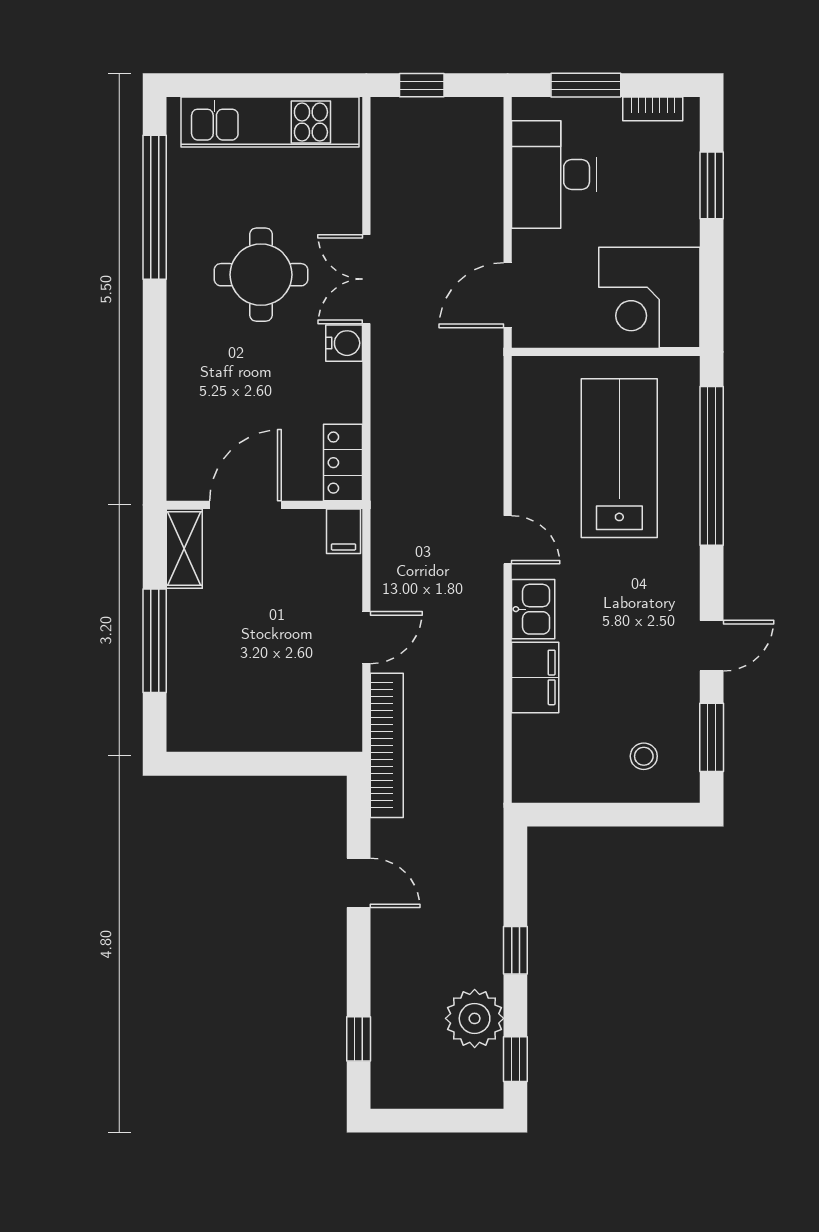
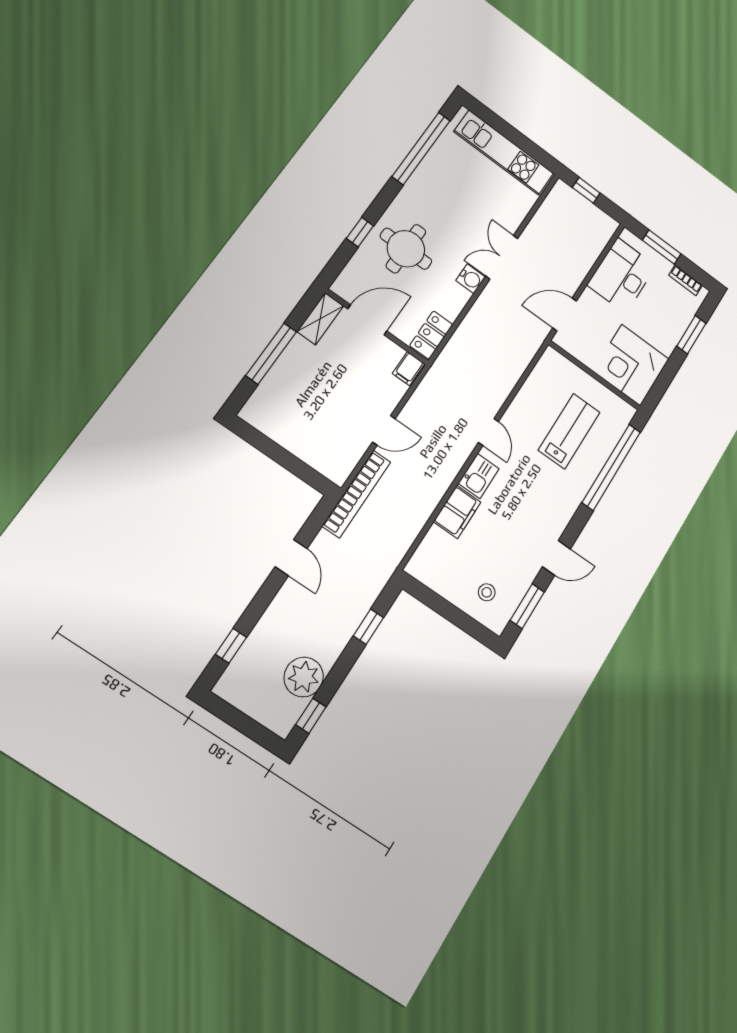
round table: (261, 275) -> (406, 249), moved
window: (155, 391) -> (360, 232), added
lab bench: (619, 458) -> (569, 431), width x0.73, depth x0.72
window: (515, 950) -> (368, 627), moved

